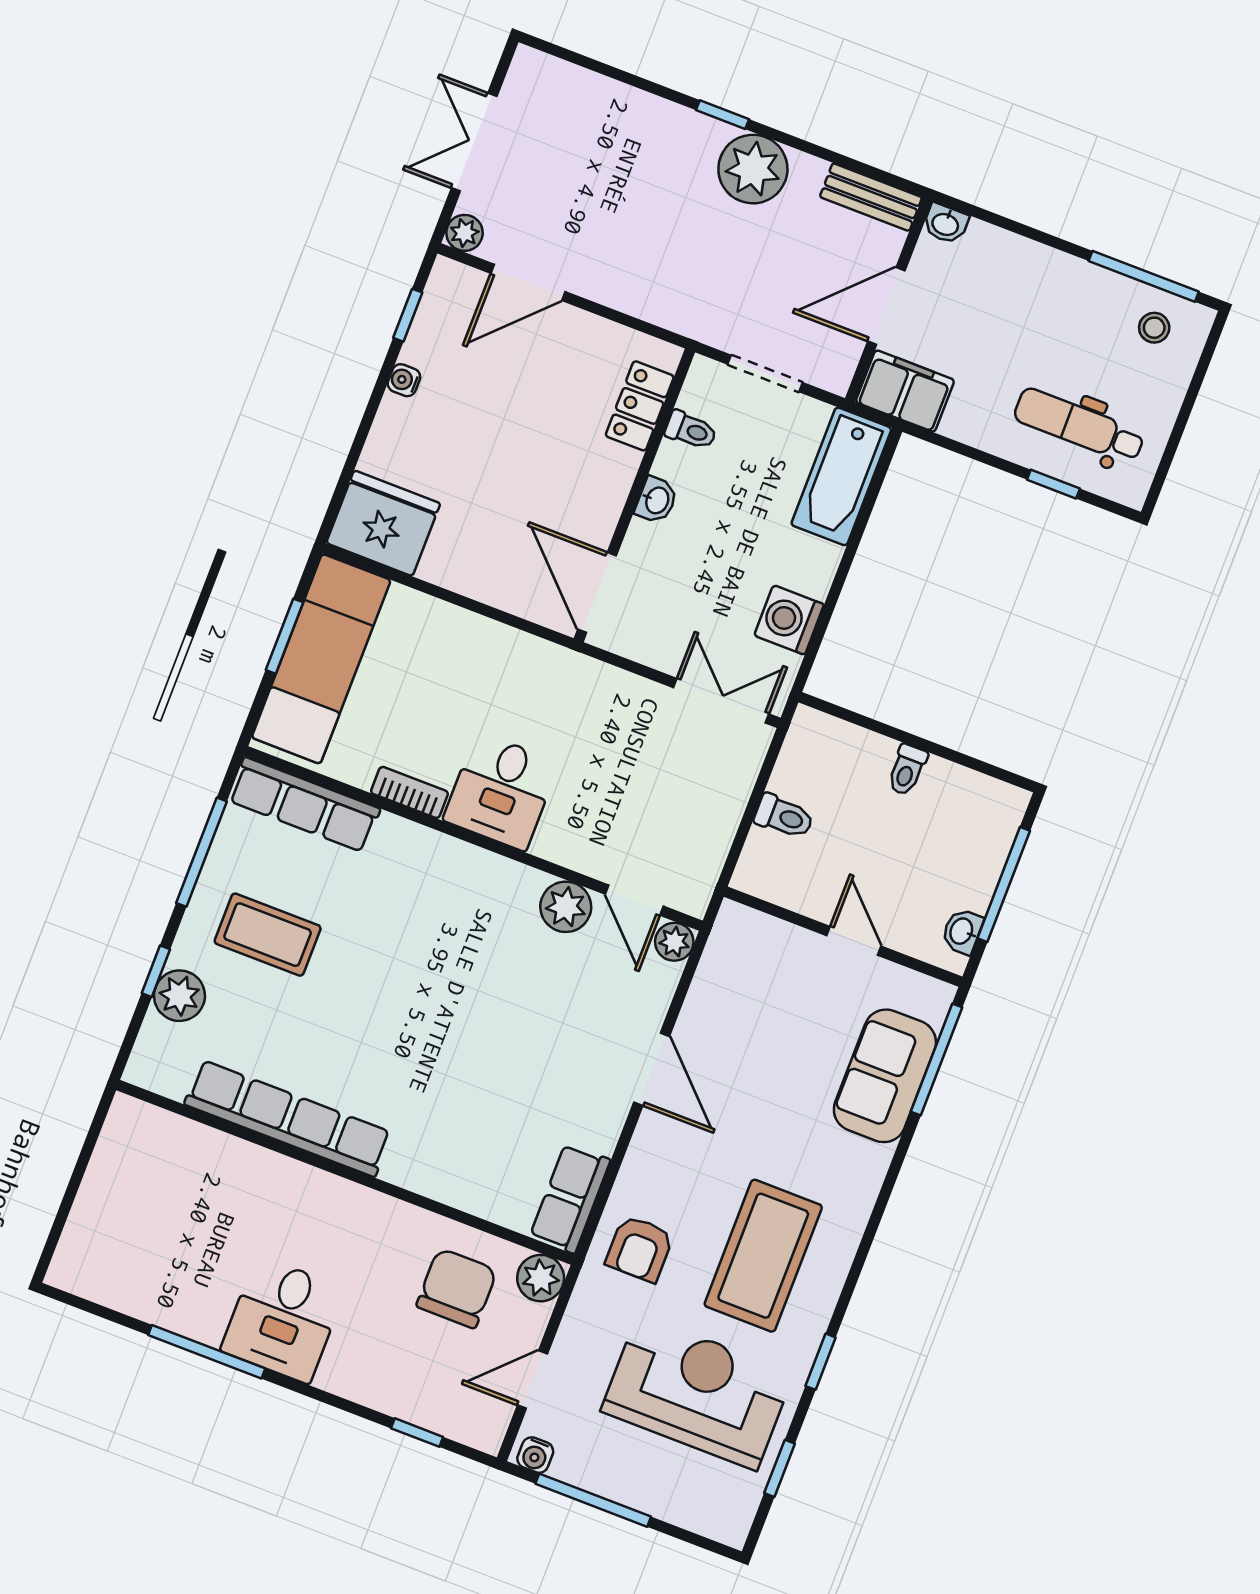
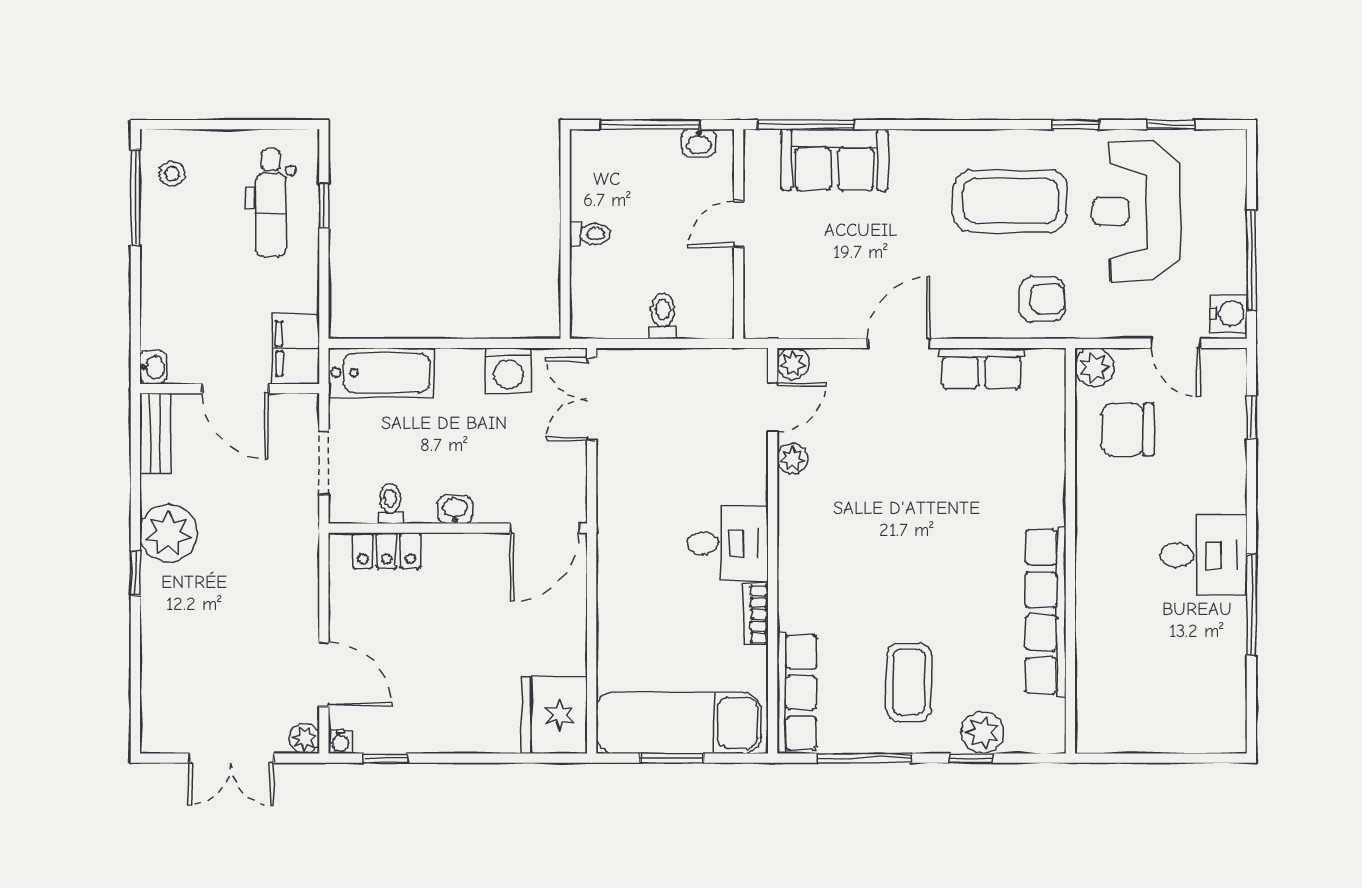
water cooler: (404, 380) -> (340, 742), moved
plant: (566, 907) -> (792, 459), width x0.73, depth x0.73
row of seats: (570, 1198) -> (981, 368), moved
water cooler: (535, 1455) -> (1229, 314), width x1.38, depth x1.38

